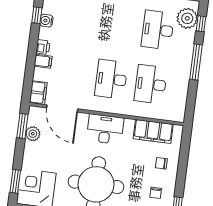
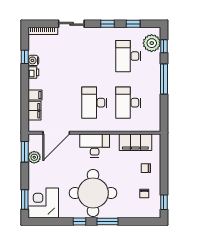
printer: (43, 47) -> (33, 72), moved
filing cabinet: (38, 93) -> (34, 111), moved
door: (62, 108) -> (56, 133), hinge flipped

